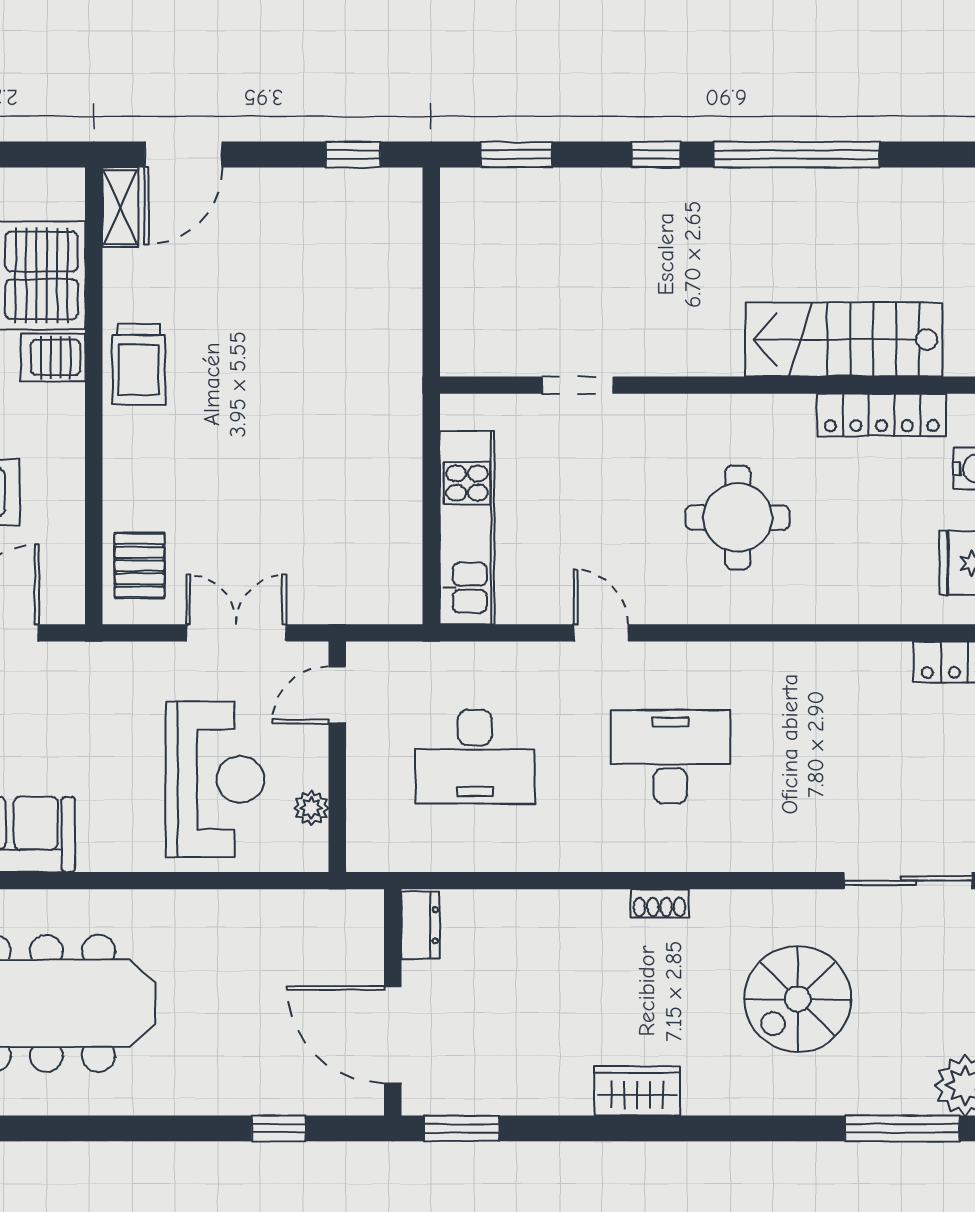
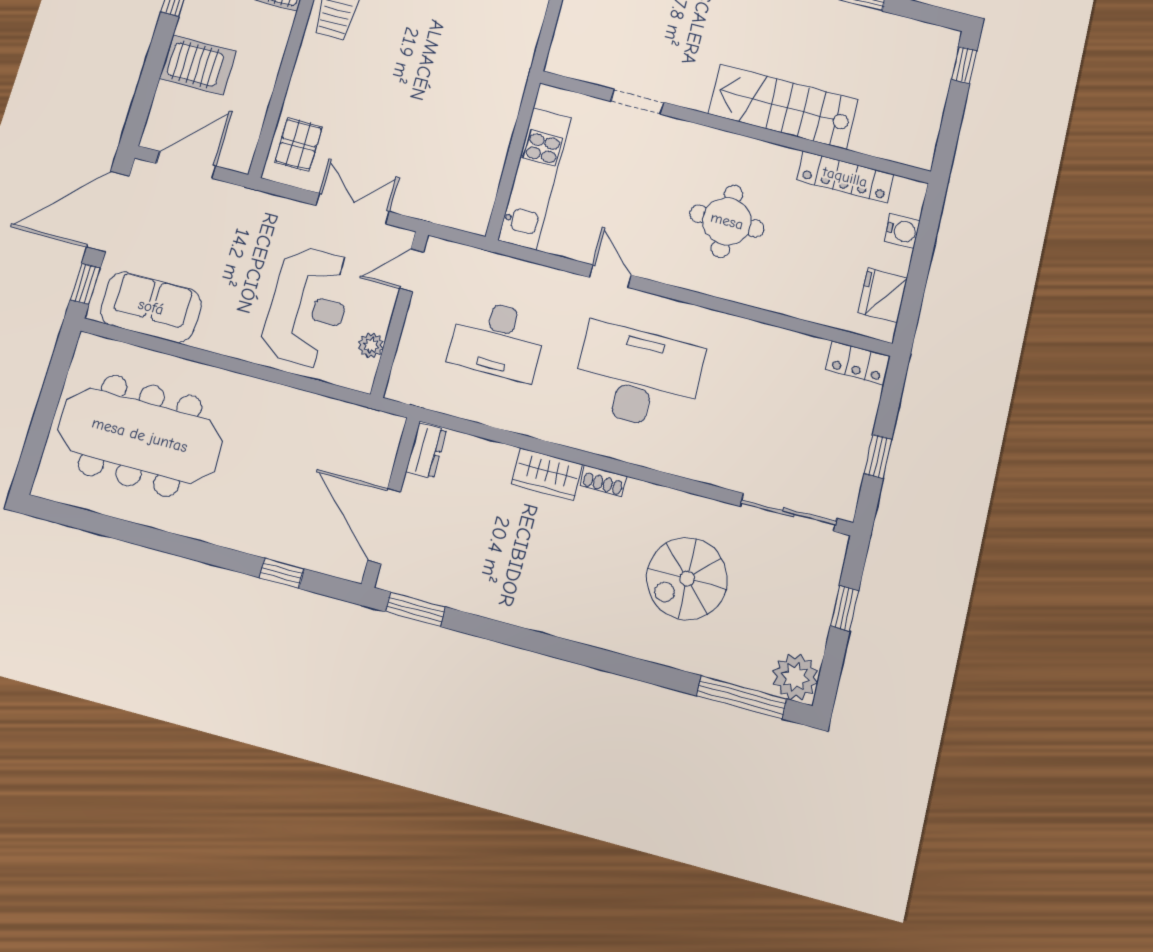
stairs: (844, 339) -> (783, 107), moved
desk: (670, 757) -> (638, 377), width x1.36, depth x1.30
wardrobe: (637, 1091) -> (547, 474), moved, turned 180

